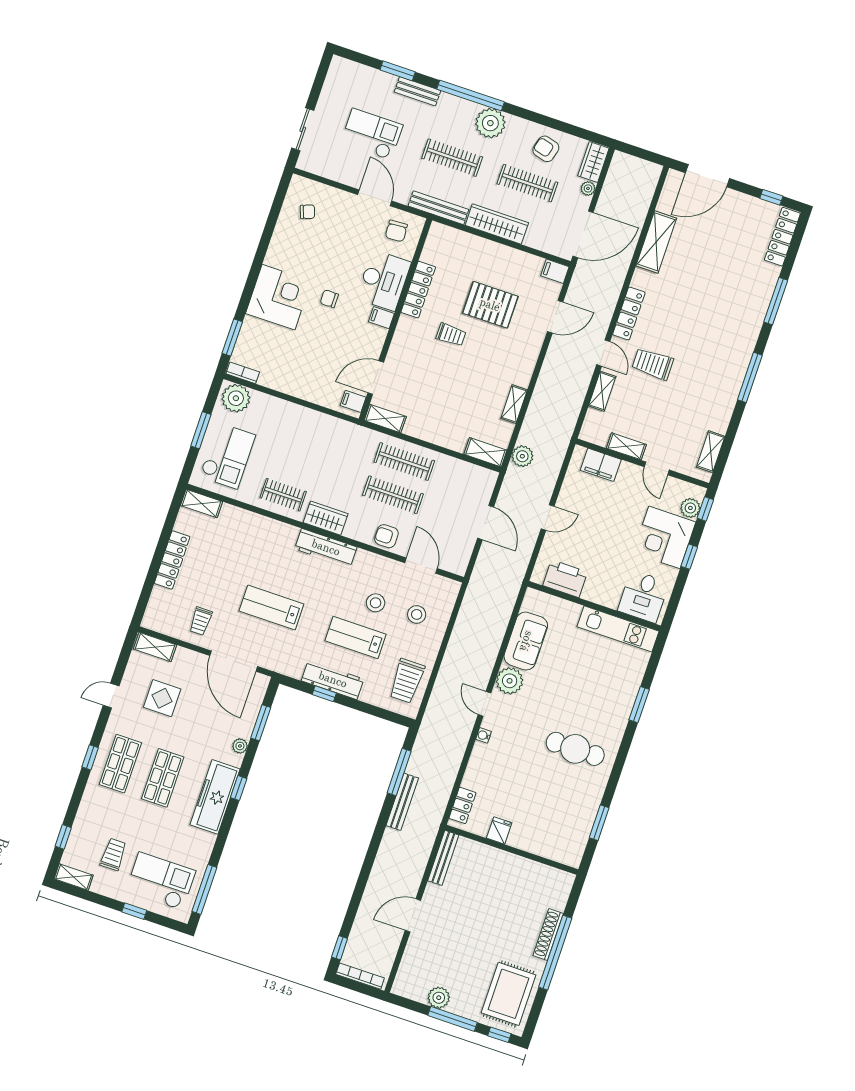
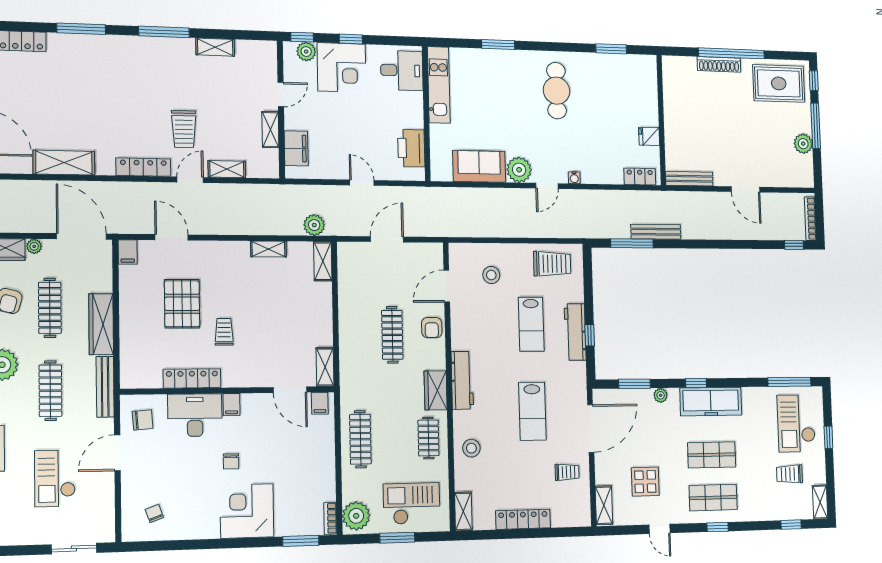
shelving: (711, 452) -> (215, 47), moved
clothes rail: (404, 461) -> (360, 439), moved
stool: (376, 603) -> (471, 448), moved

